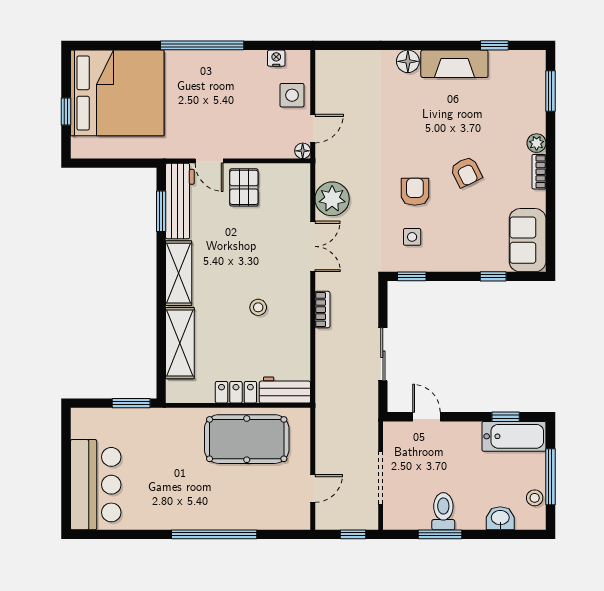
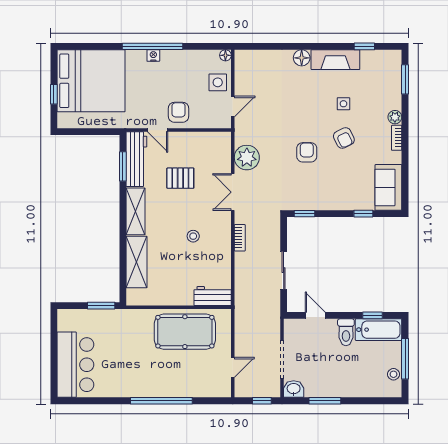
nightstand: (276, 58) -> (153, 56), moved
armchair: (238, 136) -> (178, 112), added
floor lamp: (303, 151) -> (225, 55), moved
pallet: (244, 187) -> (180, 178), moved, turned 90
side table: (412, 237) -> (343, 104), moved
double door: (313, 246) -> (233, 192), swing flipped
locker: (236, 392) -> (177, 298), removed
toilet: (443, 511) -> (346, 332), moved, turned 180
washbasin: (500, 518) -> (294, 389), moved

